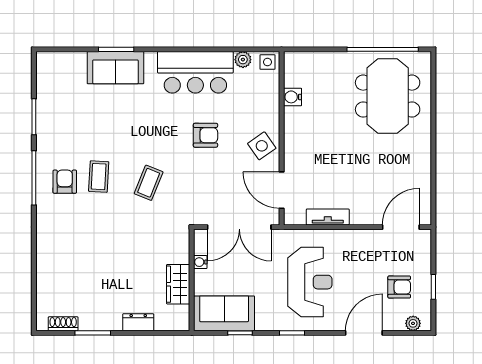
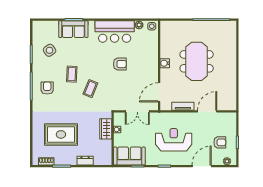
meeting table: (388, 96) -> (197, 61), moved
water cooler: (293, 97) -> (165, 63), moved
side table: (262, 146) -> (50, 50), moved
coffee table: (99, 177) -> (72, 74), moved
door: (282, 190) -> (159, 92), hinge flipped
double door: (239, 227) -> (137, 111), width x0.73
door: (401, 227) -> (207, 111), moved
rug: (91, 272) -> (61, 134), added
reception desk: (310, 282) -> (174, 140), turned -90
wardrobe: (178, 284) -> (106, 129), moved

